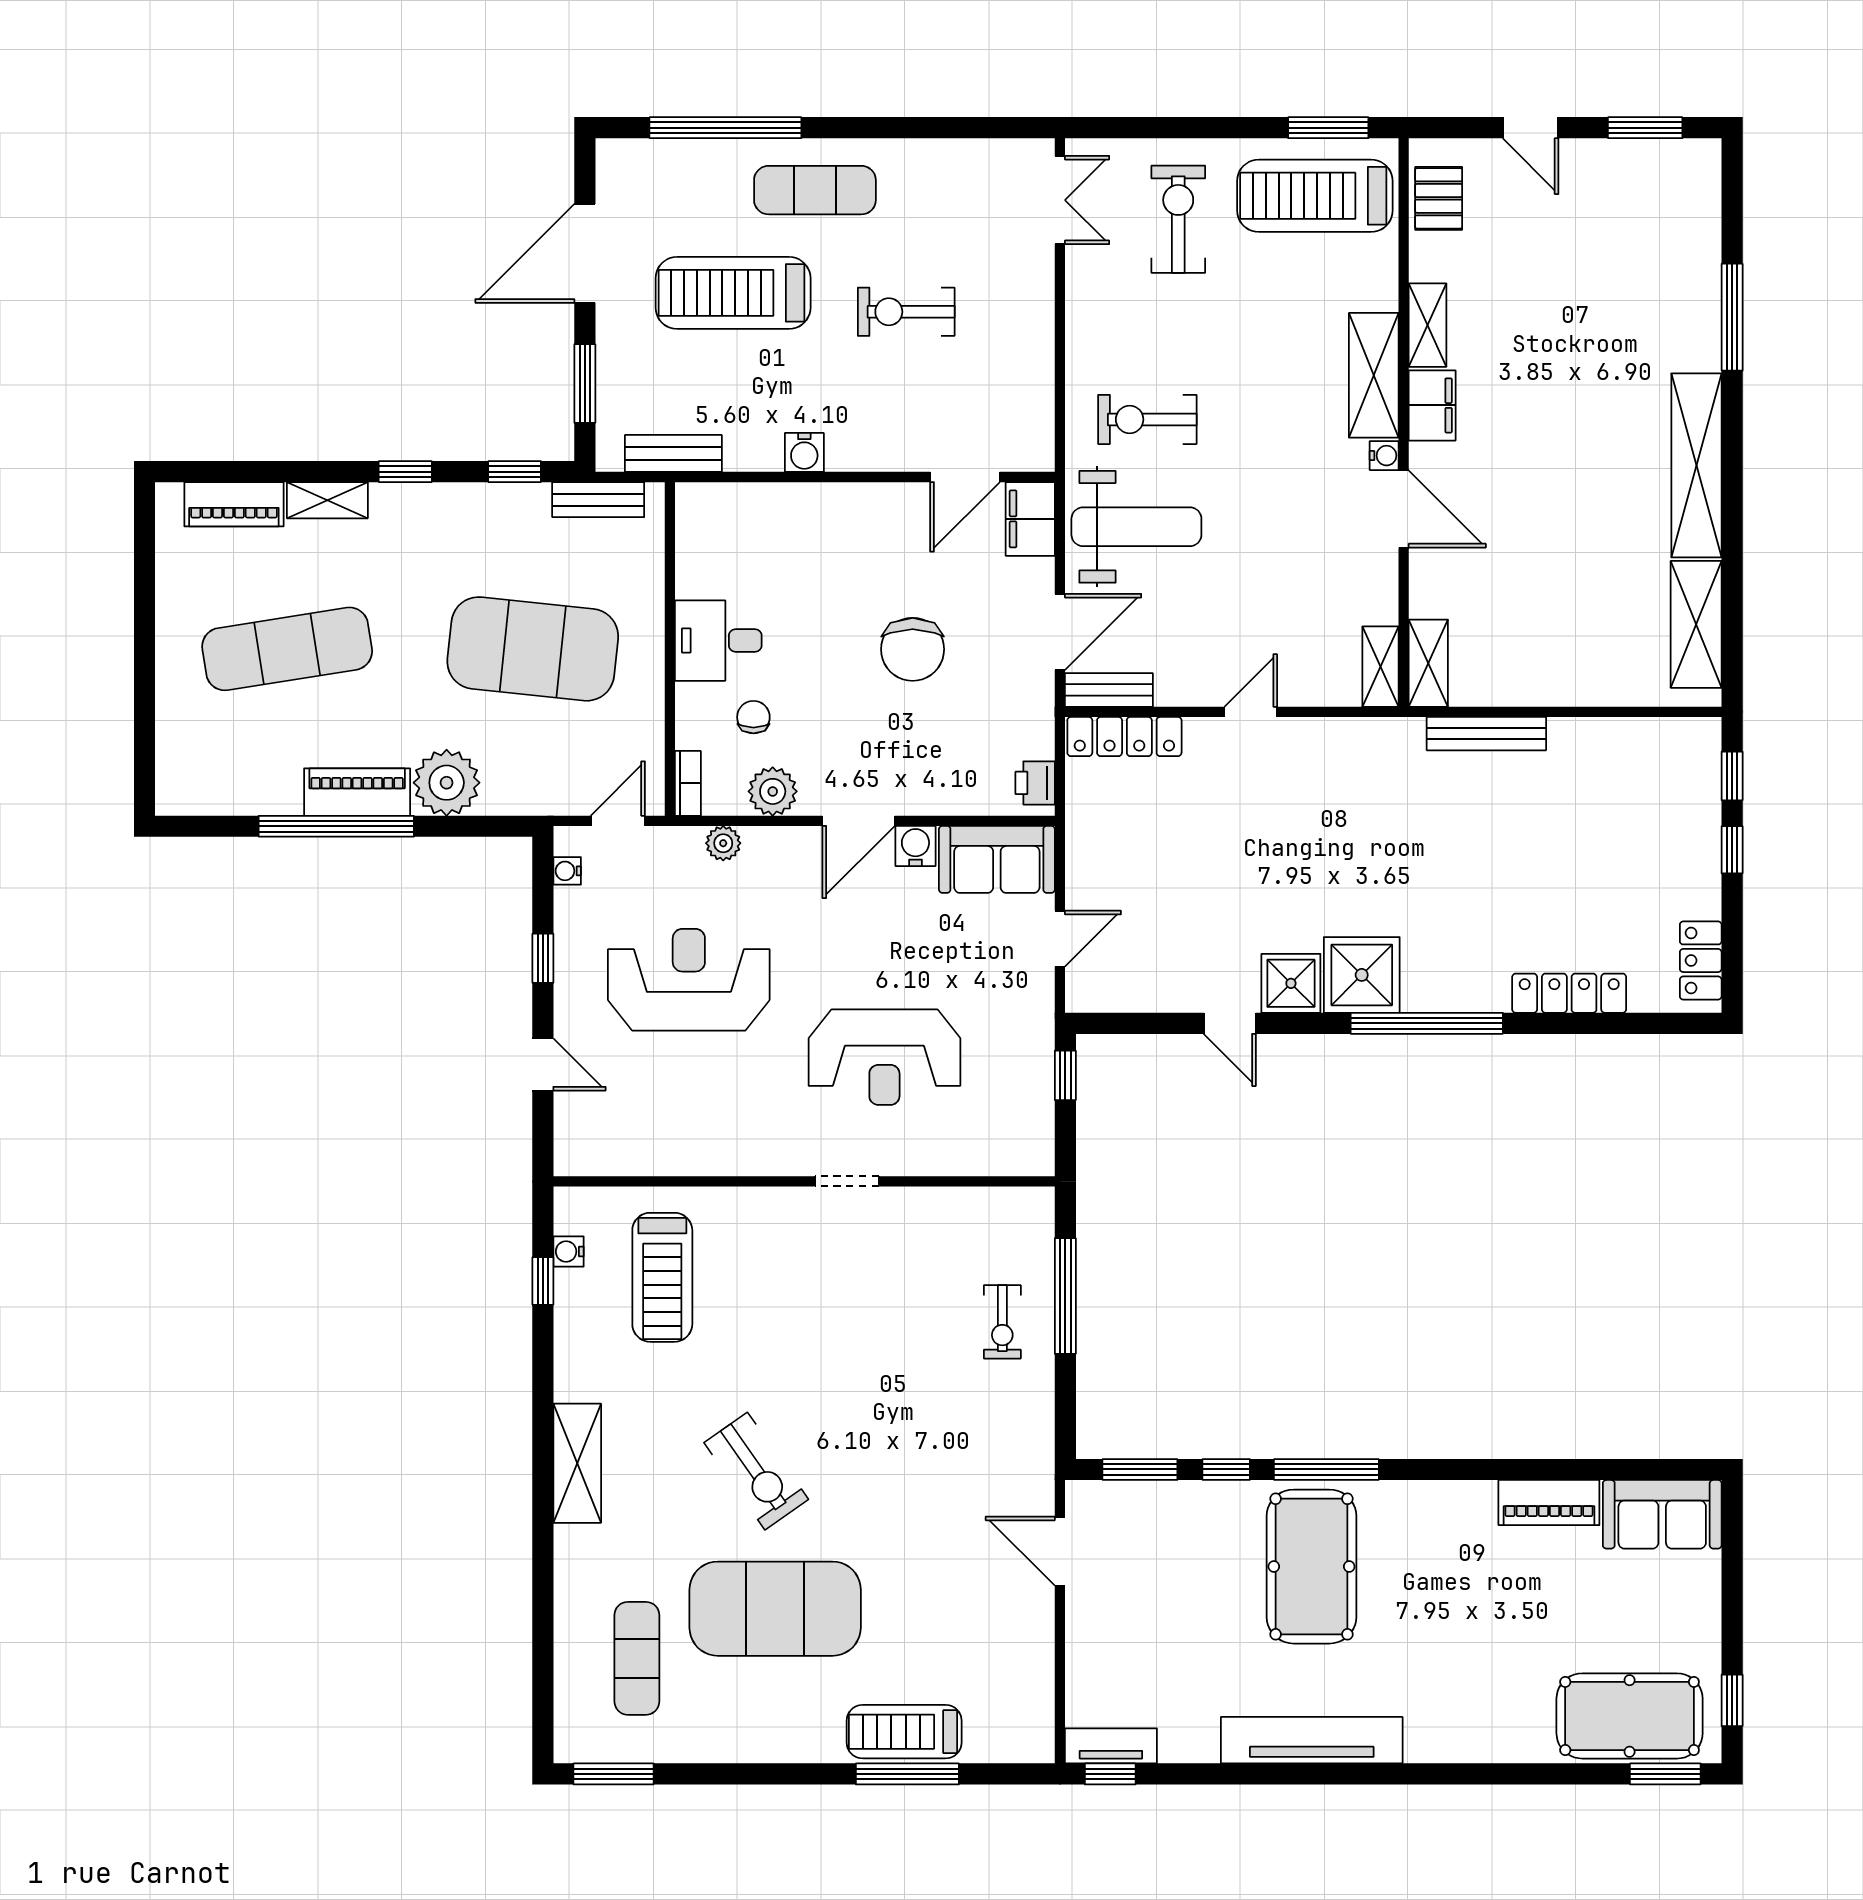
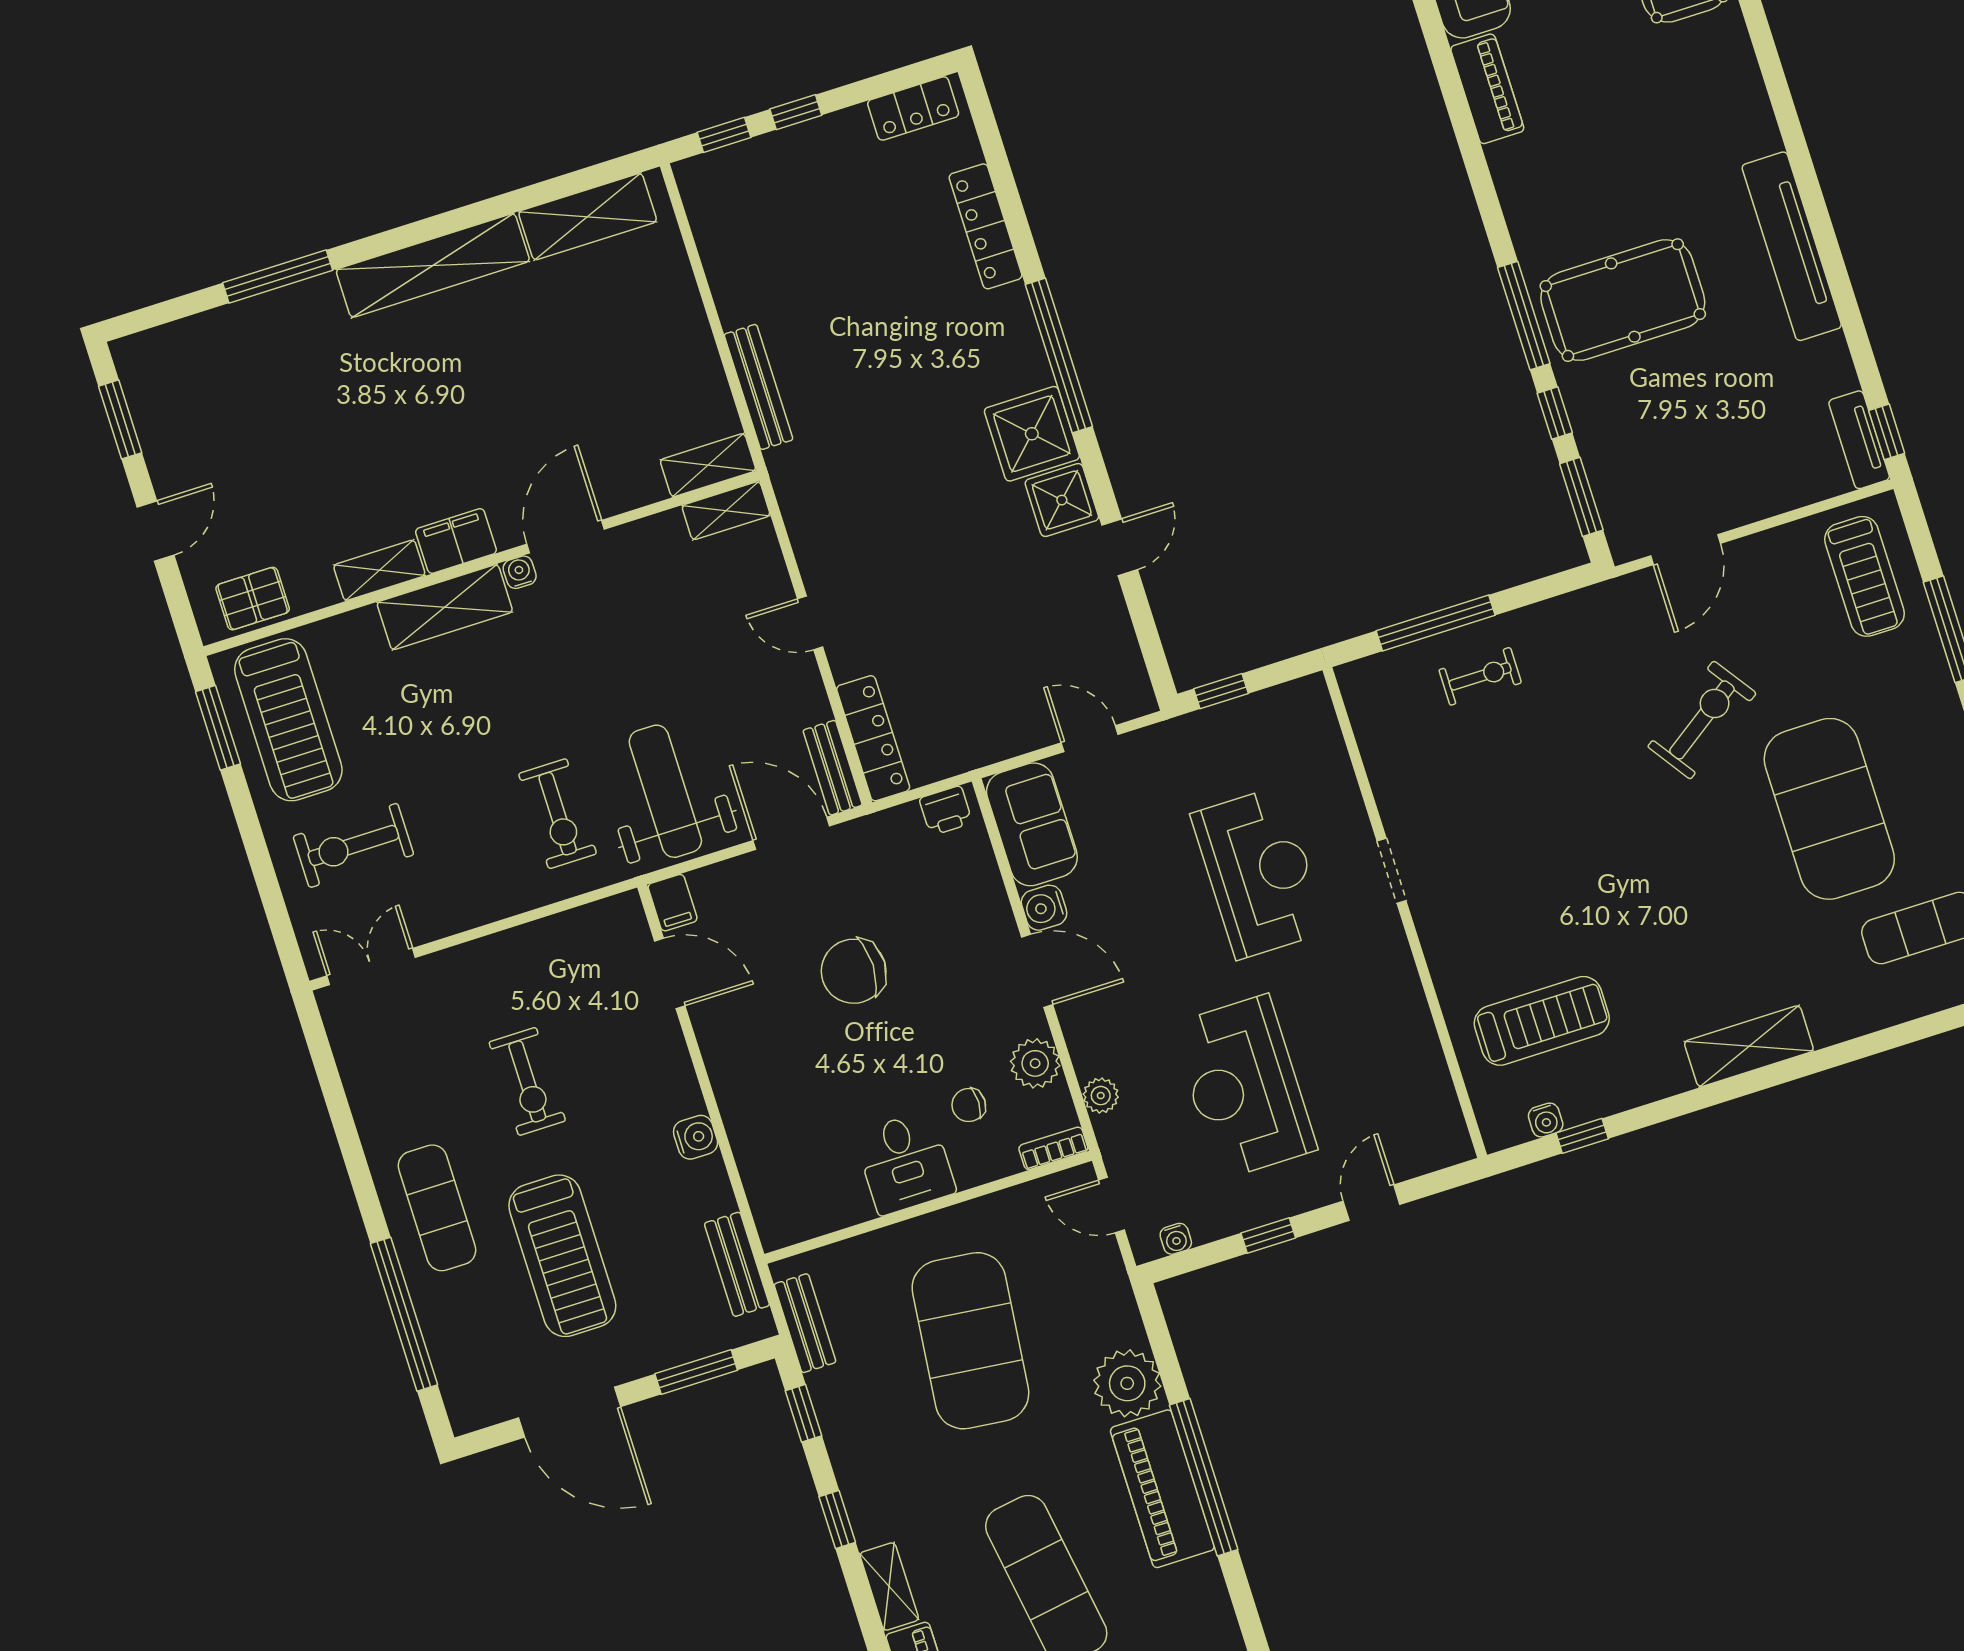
filing cabinet: (1030, 519) -> (673, 903), width x0.50
chair: (913, 649) -> (854, 971), turned 180
piano: (357, 792) -> (1162, 1489), width x1.37, depth x1.33
exercise bike: (756, 1471) -> (1702, 720), moved
treadmill: (904, 1732) -> (1865, 576), moved

